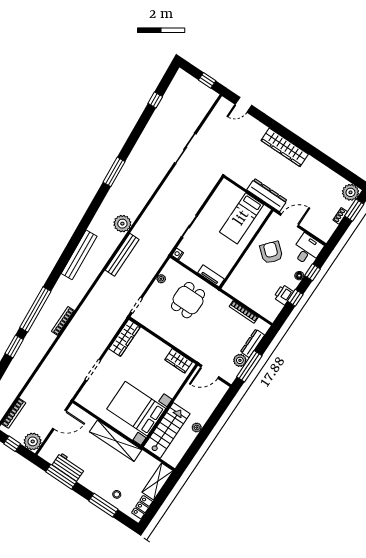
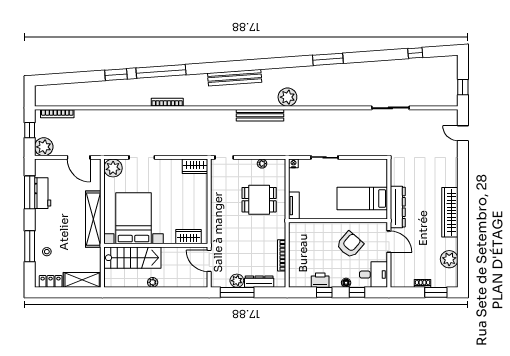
wardrobe: (285, 147) -> (450, 212), moved
plant: (350, 192) -> (449, 259), moved
wardrobe: (125, 338) -> (195, 166), width x0.67
wardrobe: (179, 361) -> (189, 237), moved, turned 90
plant: (86, 398) -> (113, 168), added

